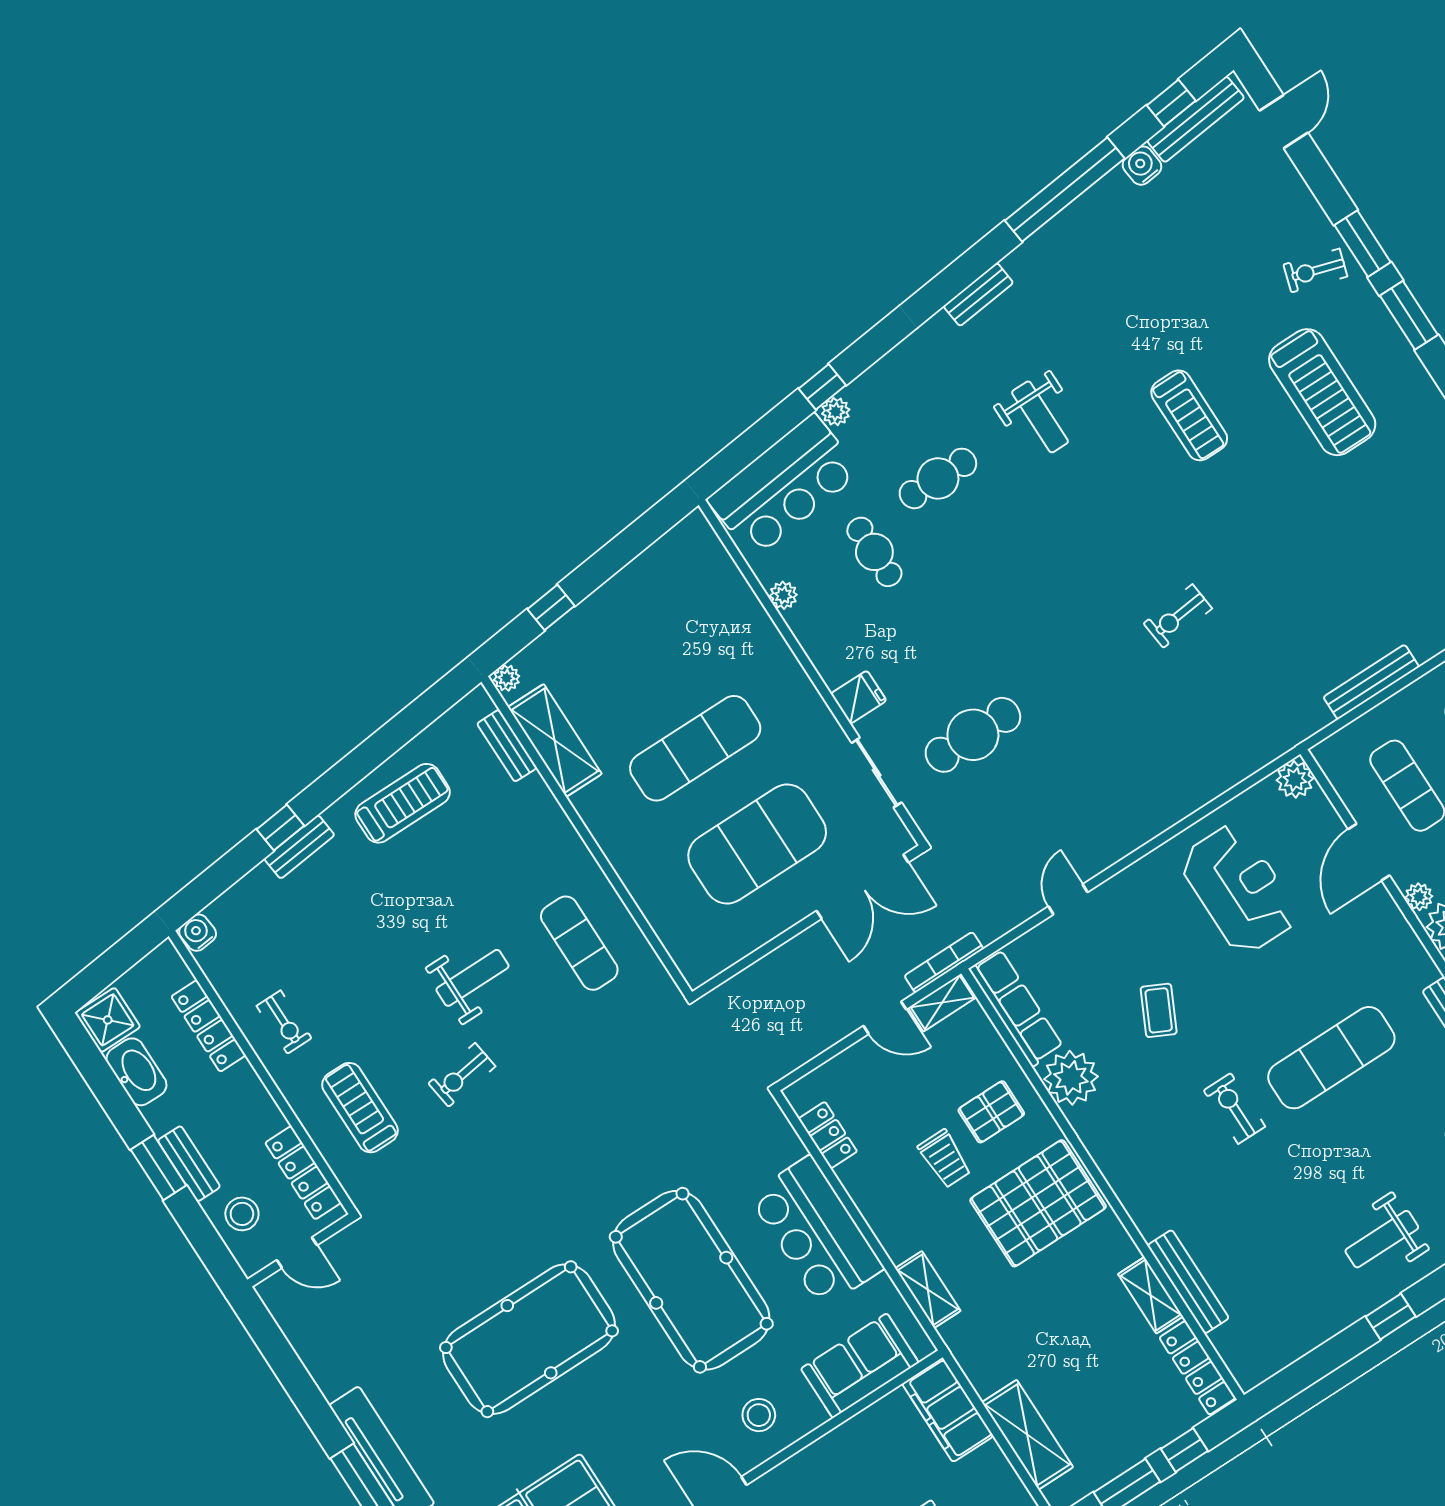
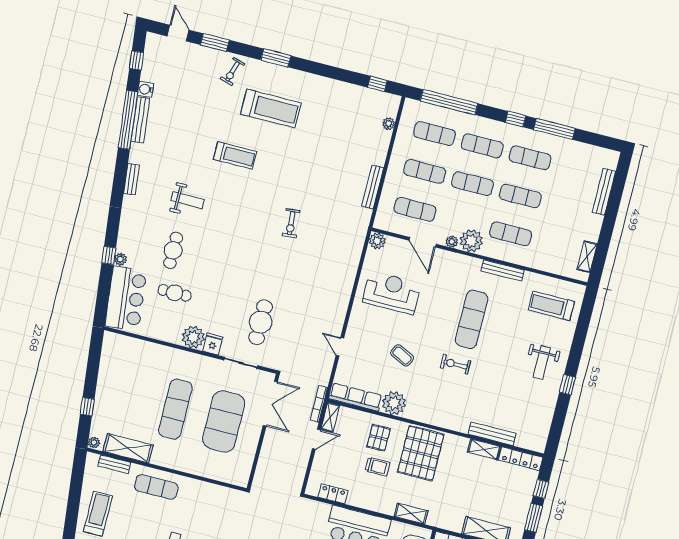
bench: (1196, 119) -> (140, 120), moved
window: (1363, 244) -> (215, 42), moved
plant: (783, 595) -> (193, 337), moved, width x1.88, depth x1.88
exercise mat: (579, 943) -> (156, 487), moved

